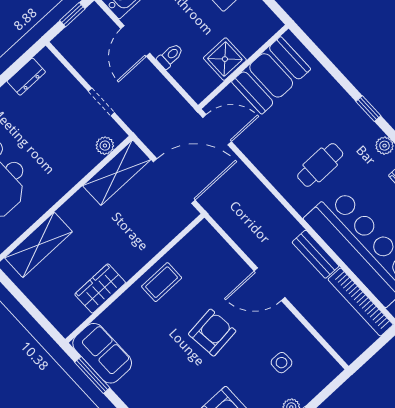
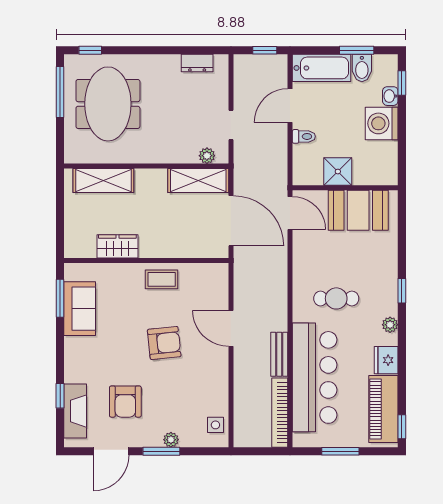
door: (270, 284) -> (231, 328), moved
sofa: (102, 353) -> (80, 309), moved
side table: (282, 363) -> (215, 425), moved

